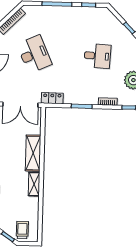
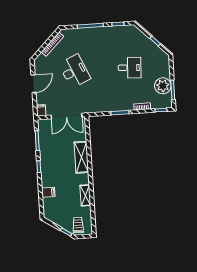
locker: (52, 98) -> (94, 108), removed
shelving: (34, 184) -> (85, 195), moved

